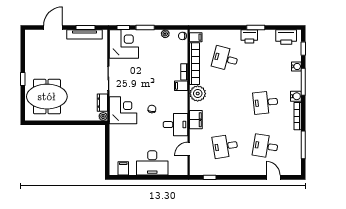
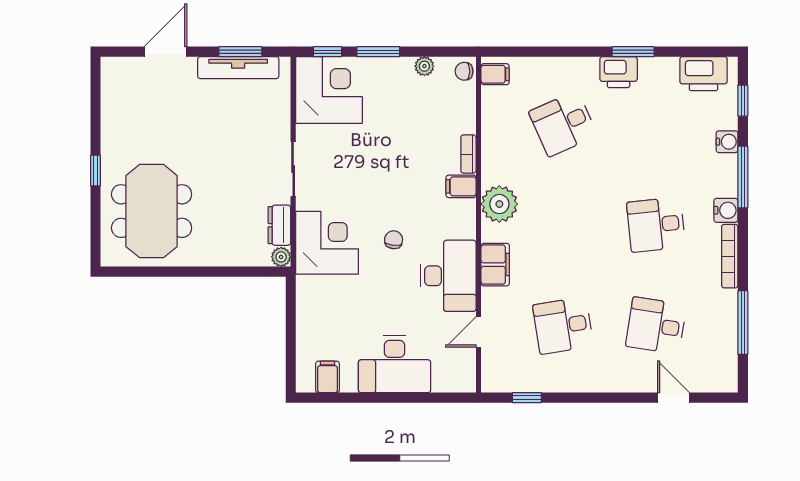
desk: (225, 59) -> (563, 124), turned -39
bookcase: (195, 64) -> (492, 135), removed
meeting table: (47, 97) -> (152, 211), turned 90
desk: (175, 125) -> (448, 276), width x1.37

